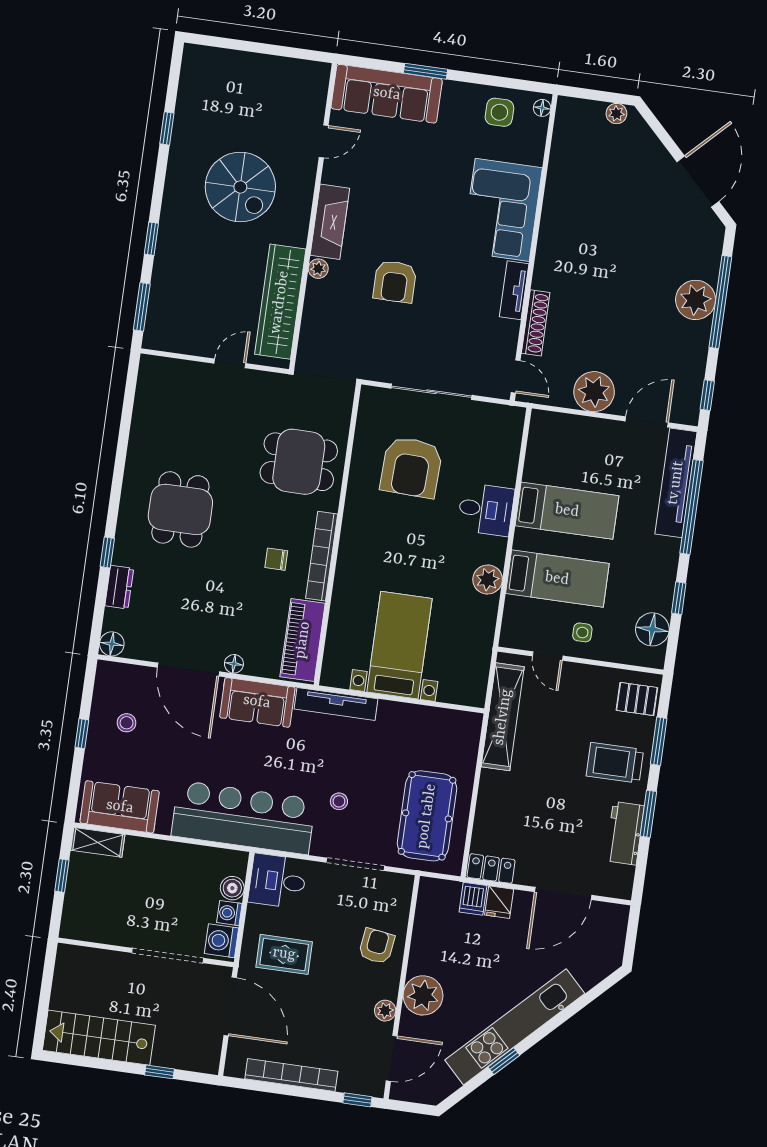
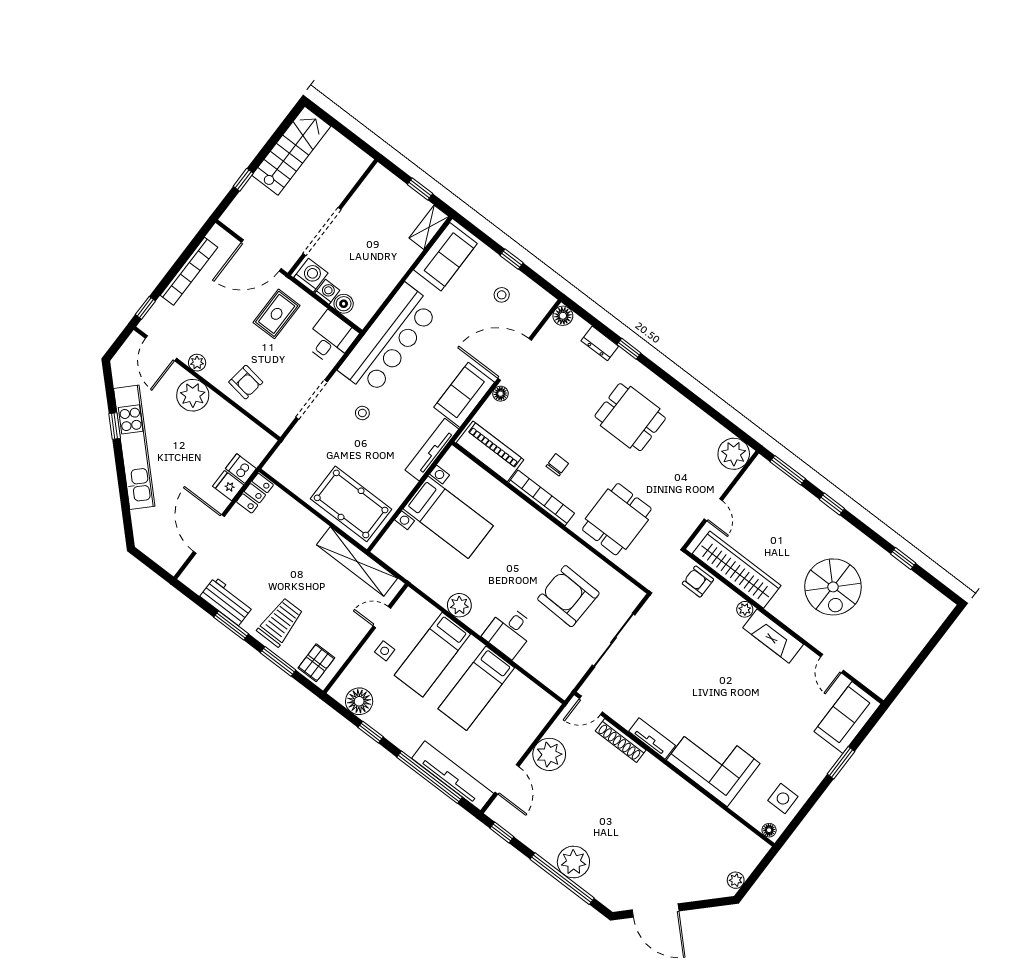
sofa: (387, 94) -> (847, 718), width x0.73
spiral stairs: (240, 187) -> (833, 587), turned -90
armchair: (395, 281) -> (698, 582), moved, width x0.72, depth x0.72
plant: (157, 375) -> (734, 454), added
pool table: (427, 816) -> (351, 504), moved

